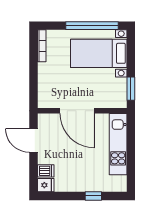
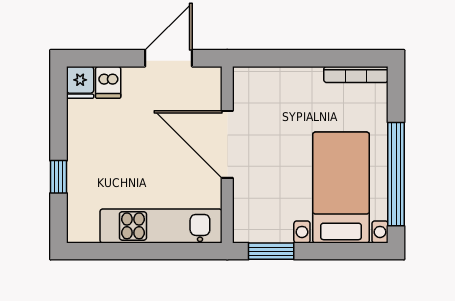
door: (77, 111) -> (227, 144), hinge flipped

